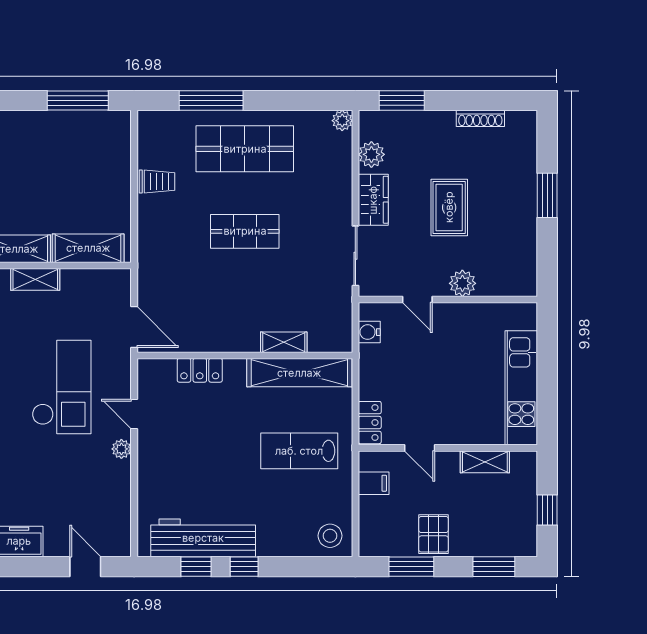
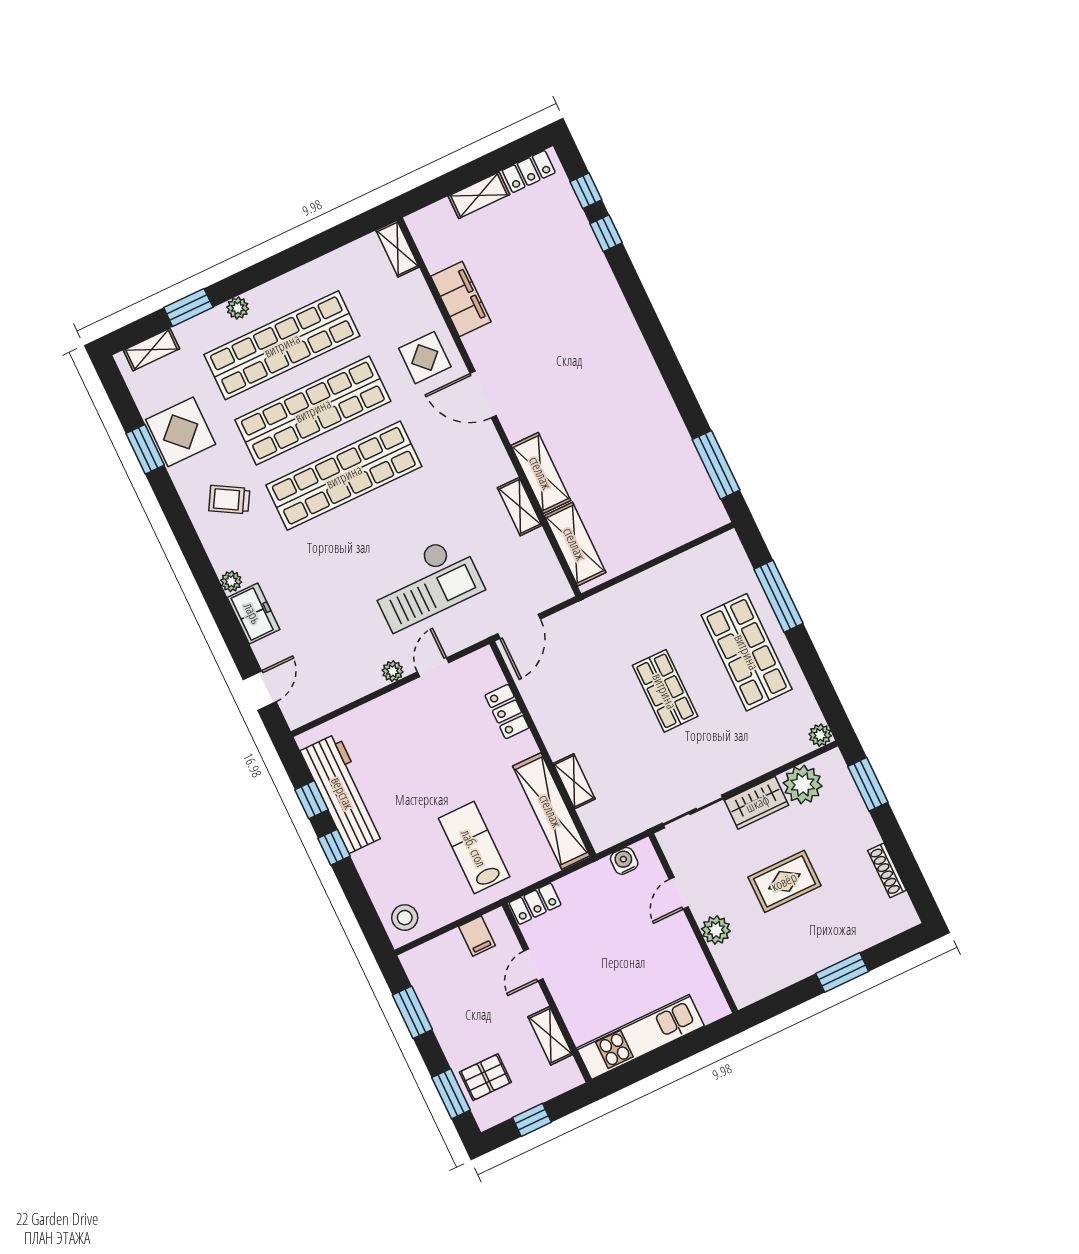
plant: (371, 154) -> (803, 785), width x1.36, depth x1.36
trolley: (157, 181) -> (673, 581), removed
pallet: (434, 534) -> (485, 1077), moved

